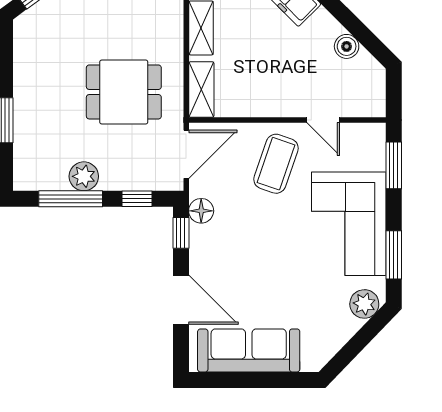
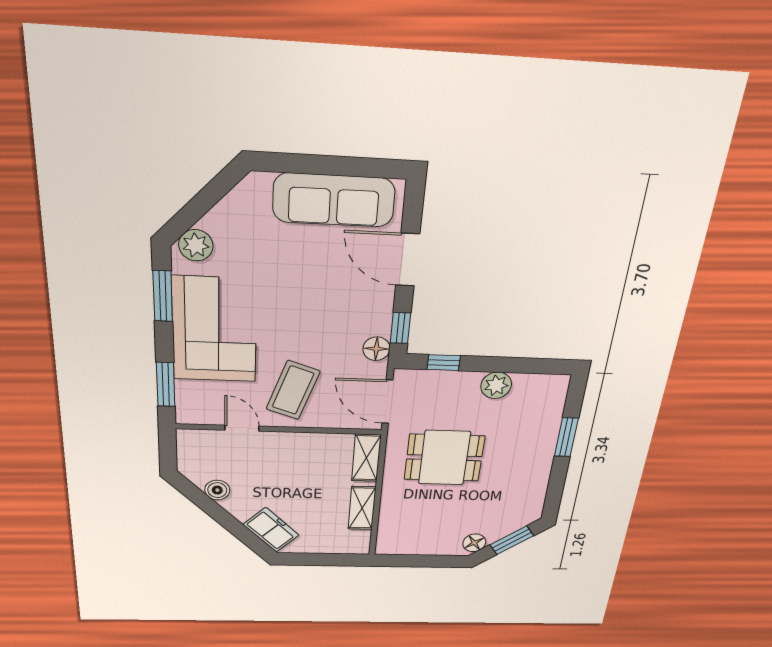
door: (186, 154) -> (387, 402), hinge flipped
window: (71, 199) -> (513, 365), removed

